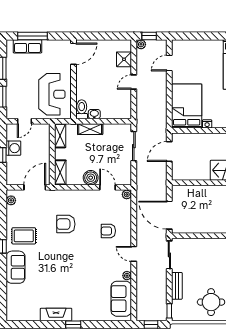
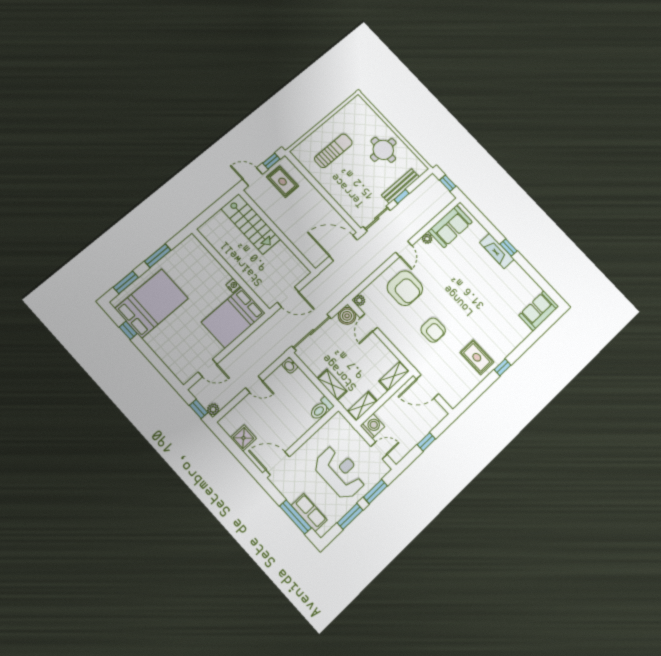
shower: (124, 59) -> (243, 438), moved
reception desk: (52, 94) -> (340, 472), moved, turned 90
washbasin: (94, 114) -> (290, 365), moved
sliding door: (134, 146) -> (312, 332), width x1.37
washing machine: (13, 148) -> (372, 426), moved, turned 90
boiler: (91, 178) -> (347, 316), moved
plant: (11, 200) -> (458, 397), removed
door: (169, 215) -> (343, 248), swing flipped
armchair: (108, 231) -> (405, 288), width x1.88, depth x1.88
sofa: (15, 267) -> (539, 311), moved
bench: (177, 286) -> (400, 186), width x1.36
window: (169, 311) -> (402, 196), moved
fireplace: (56, 315) -> (497, 251), moved

